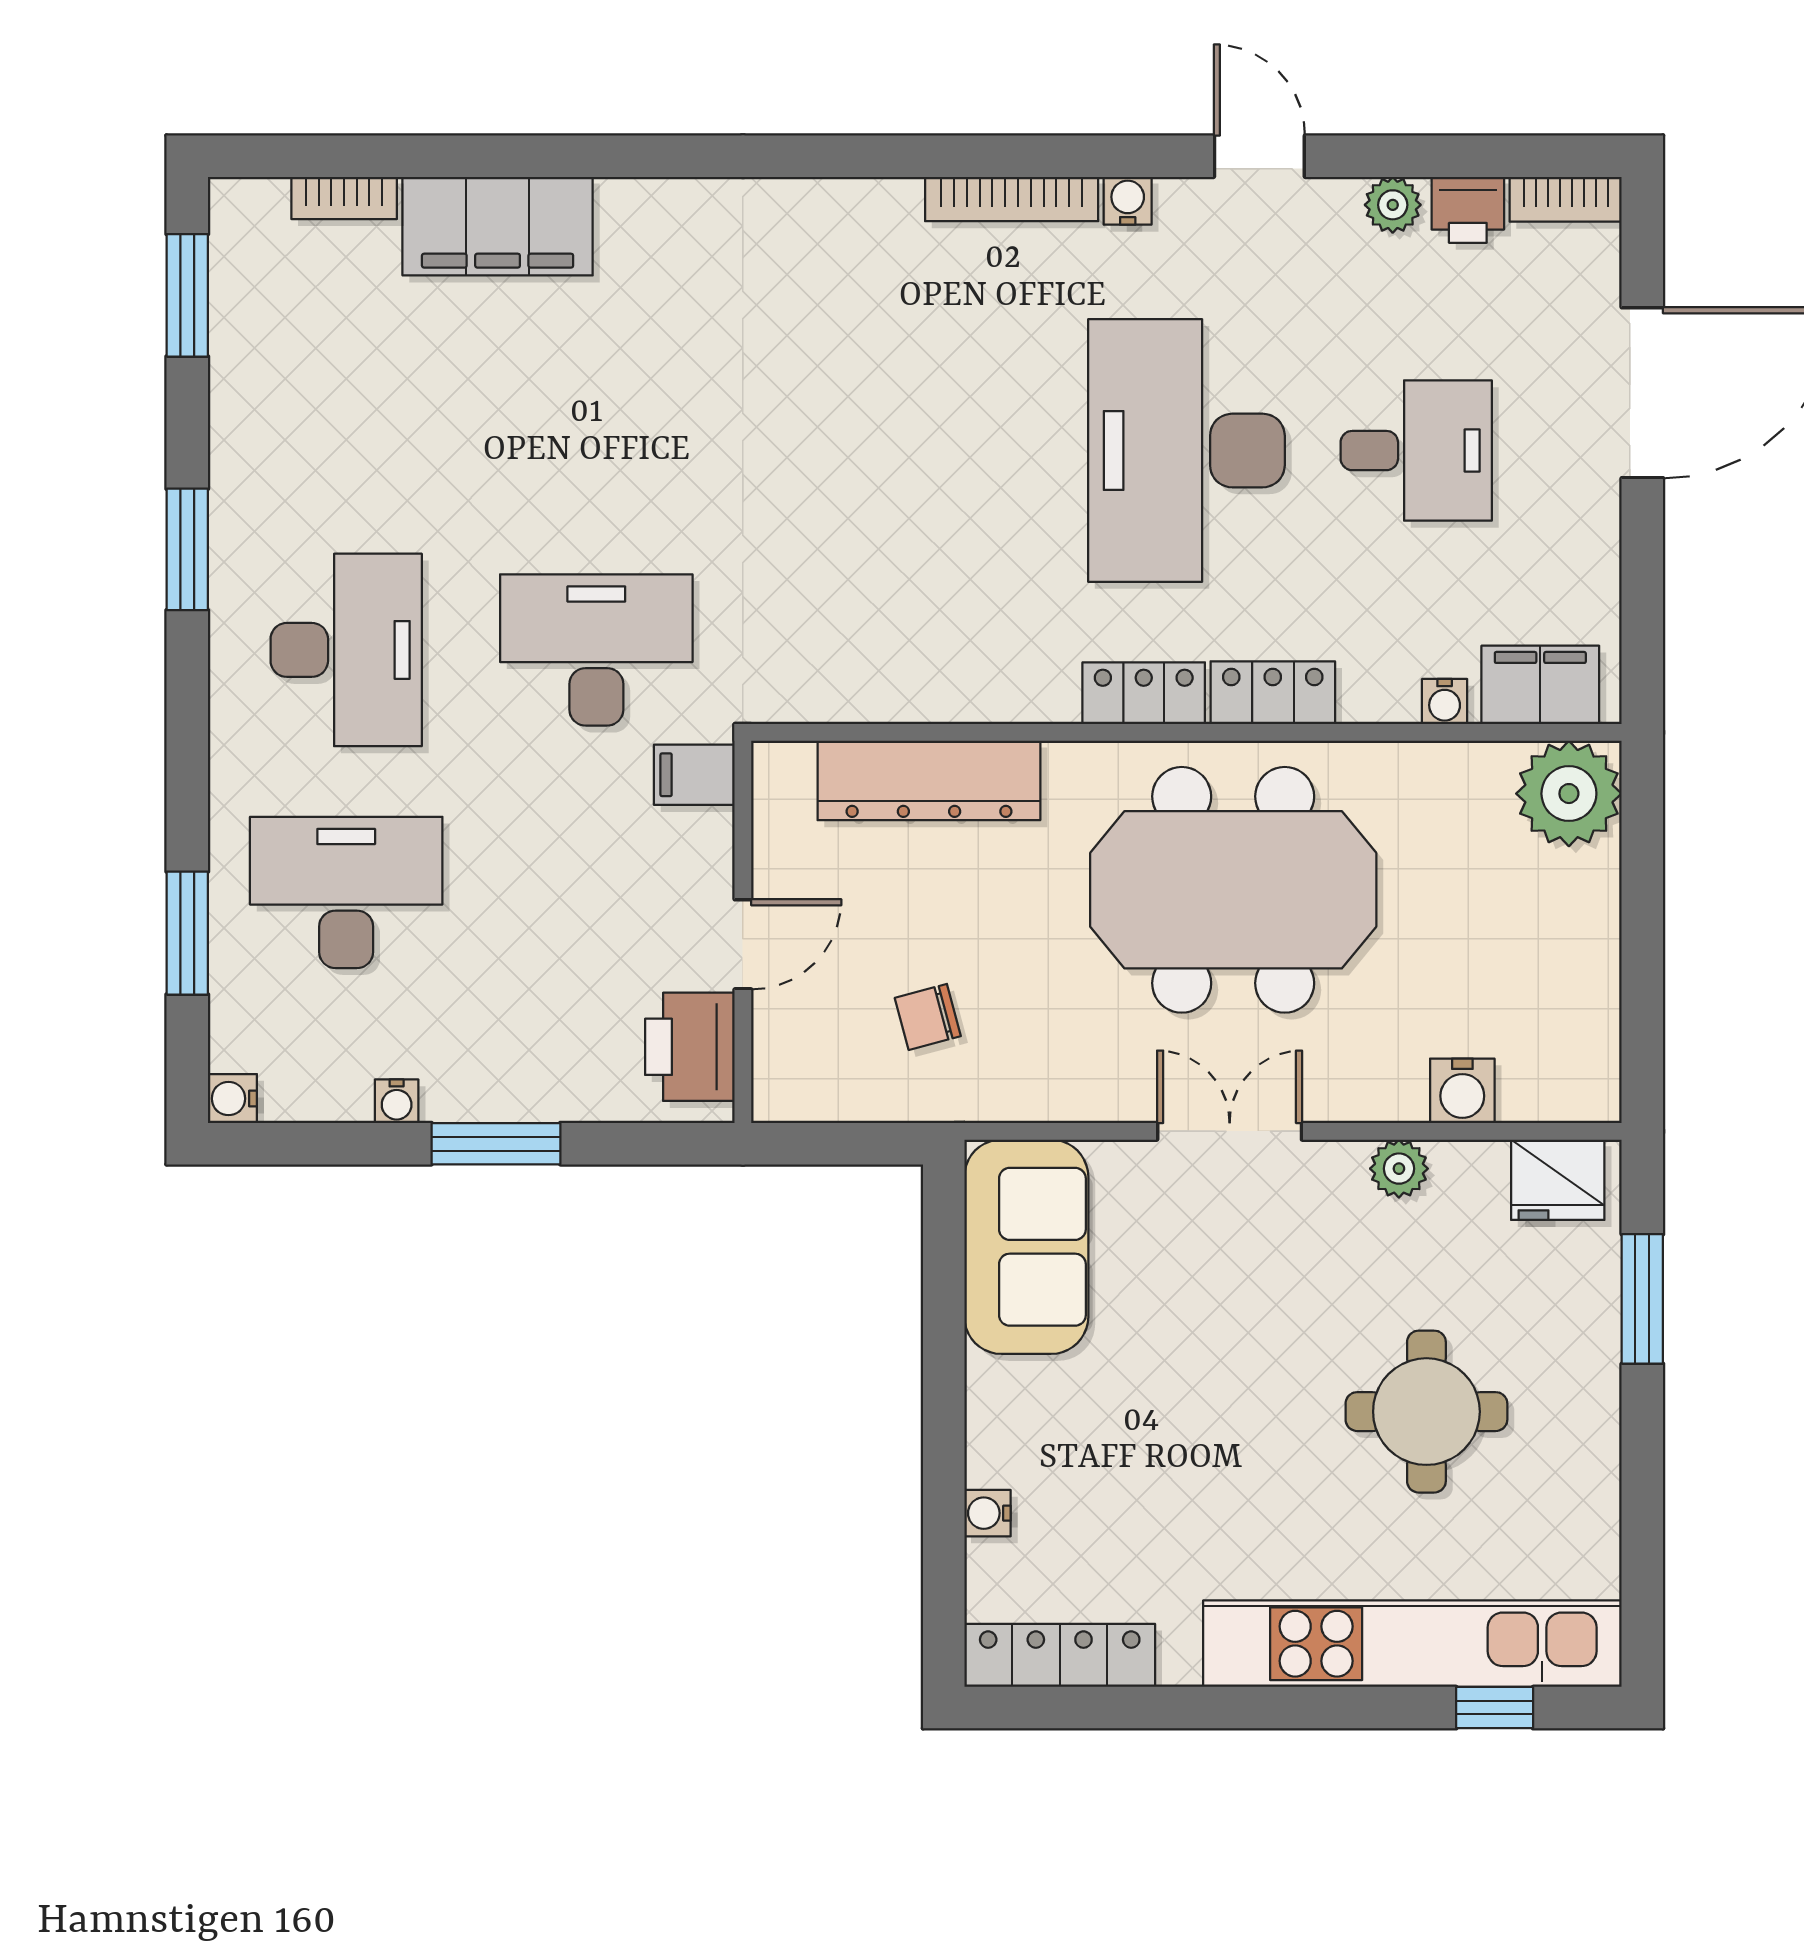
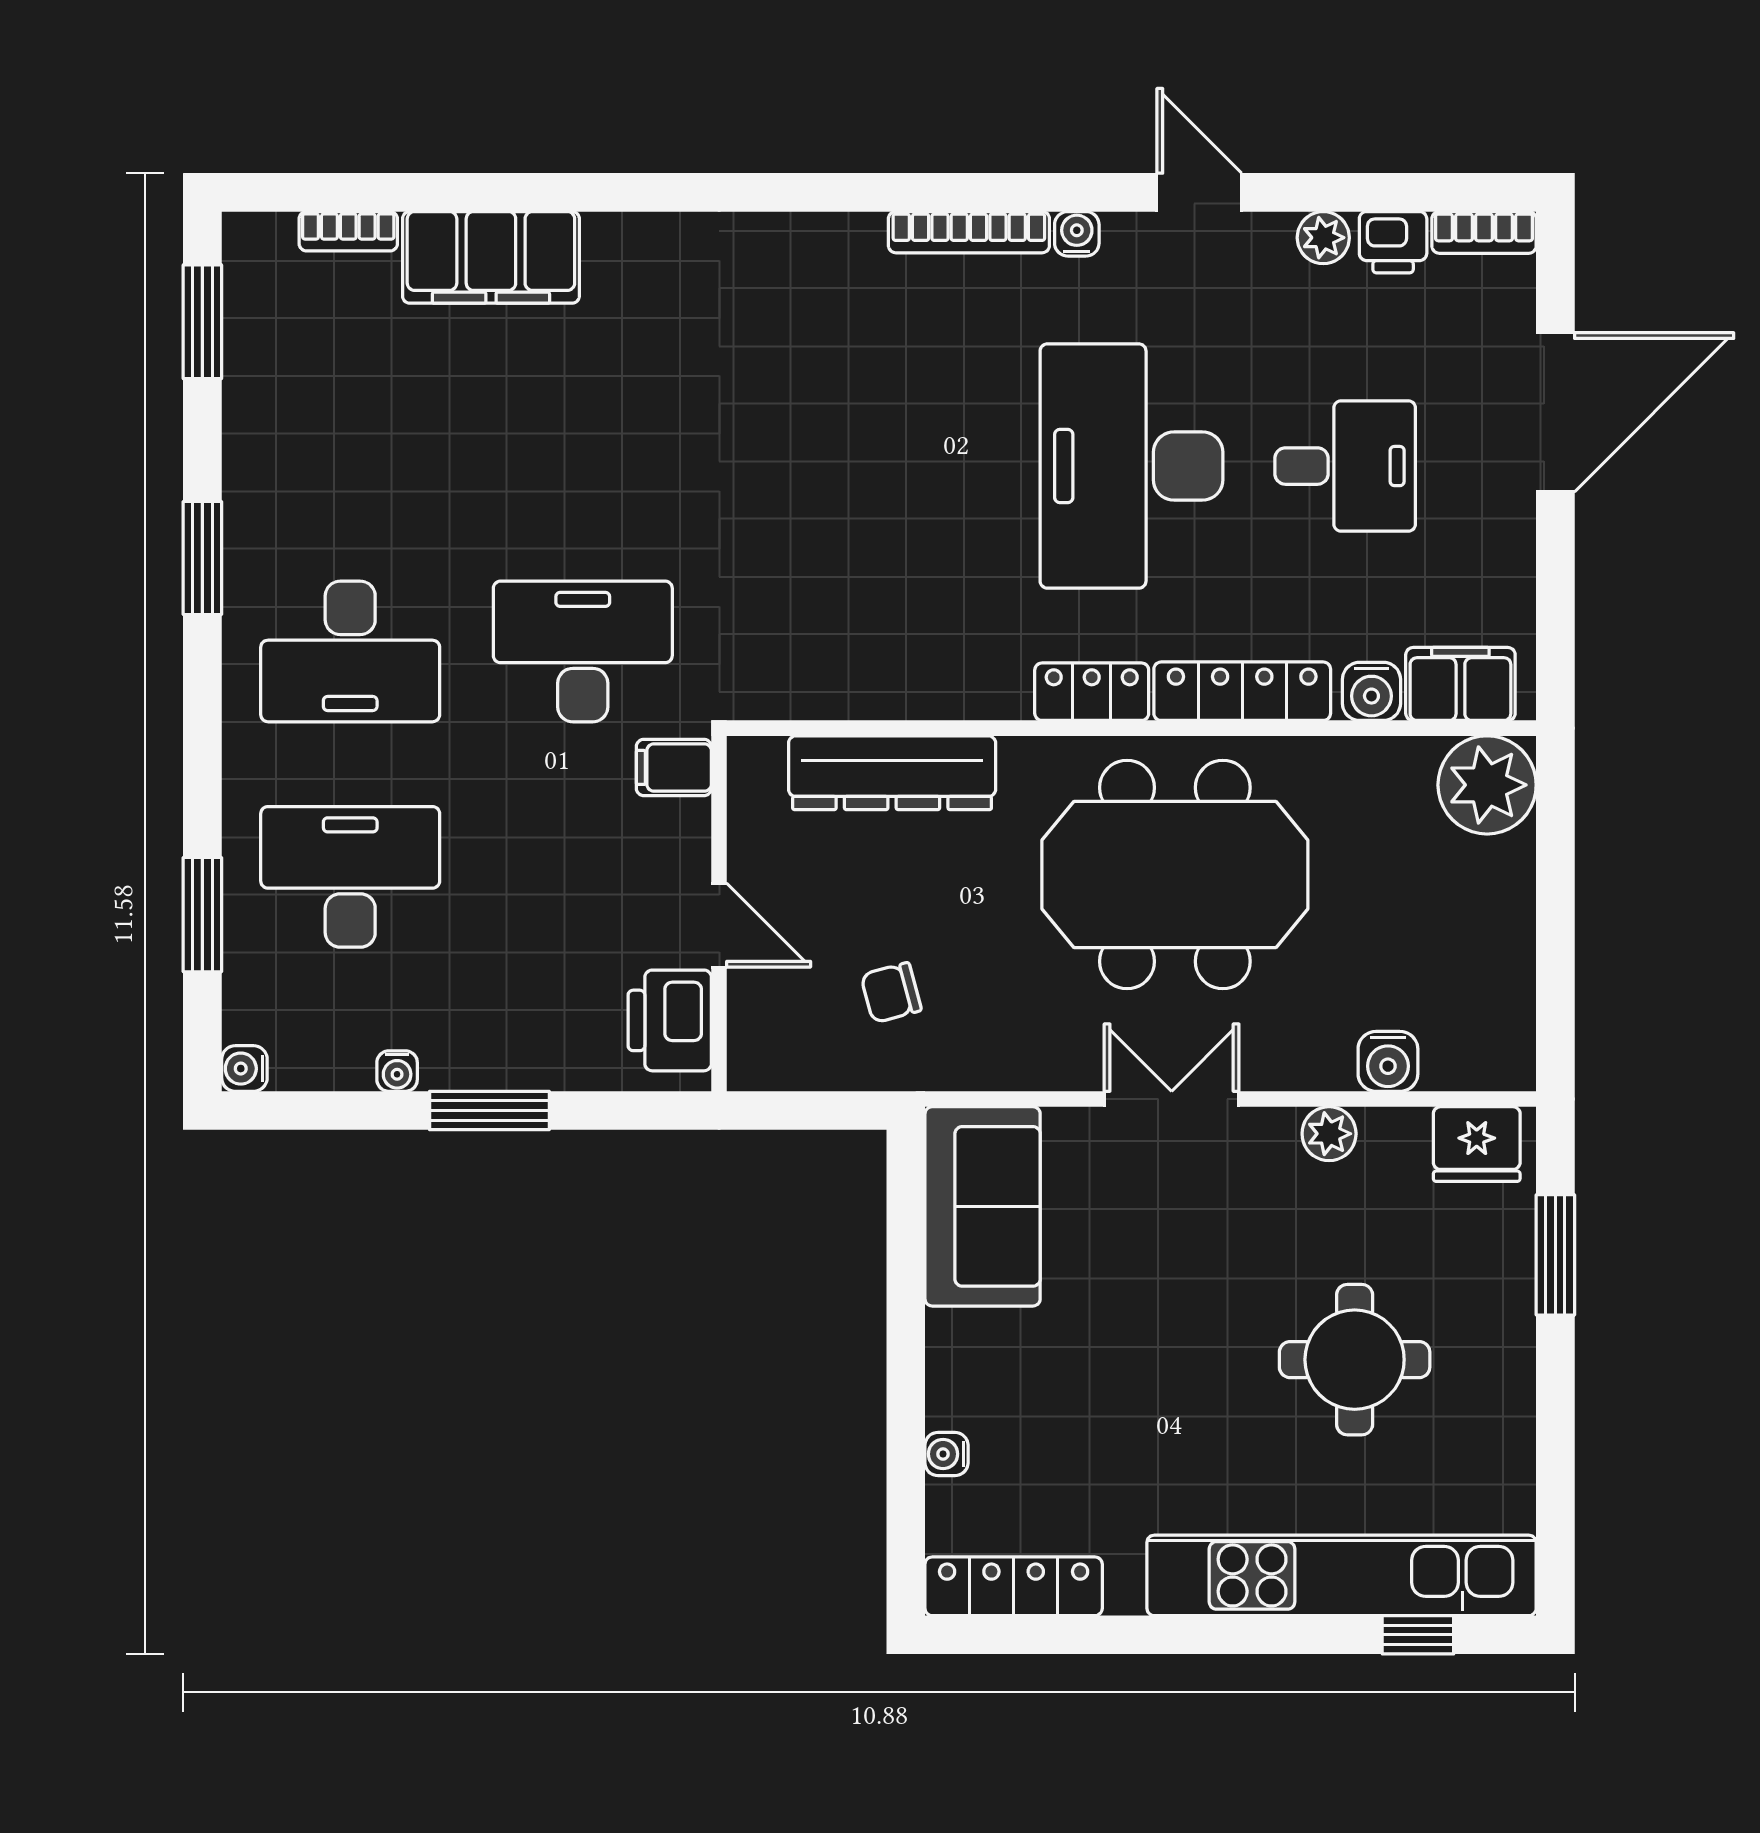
desk: (346, 650) -> (350, 651), turned 90
locker: (1273, 693) -> (1242, 691), width x1.53
water cooler: (1445, 702) -> (1371, 691), width x1.38, depth x1.38
door: (743, 944) -> (719, 925), hinge flipped

